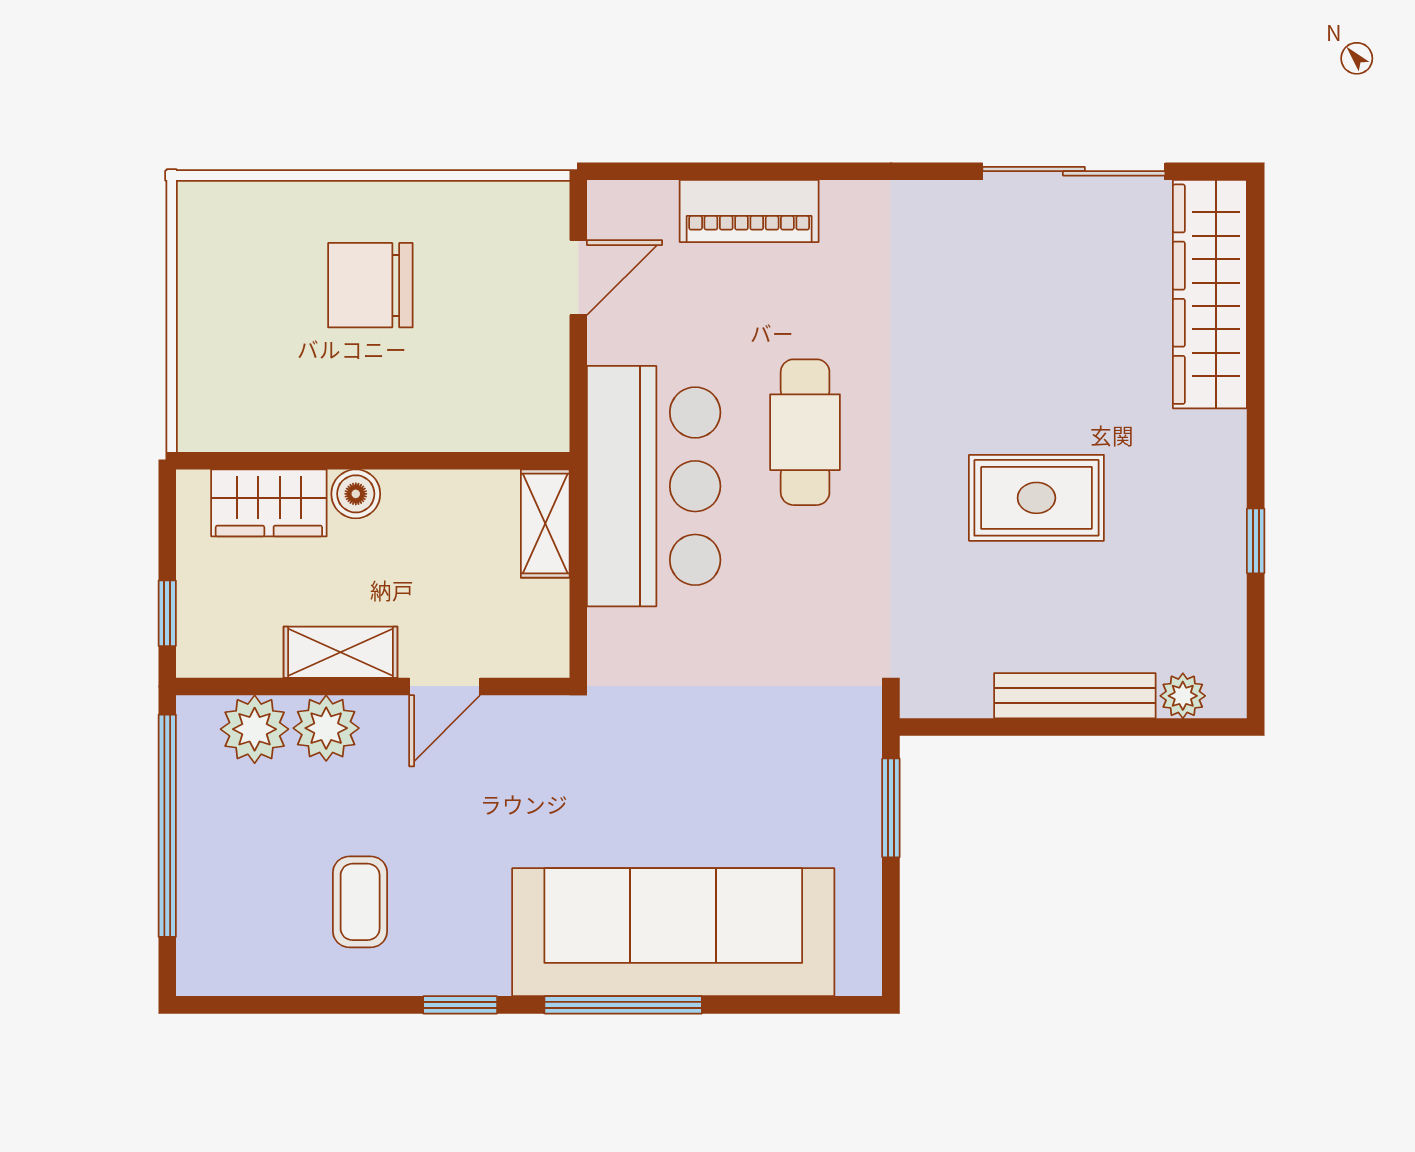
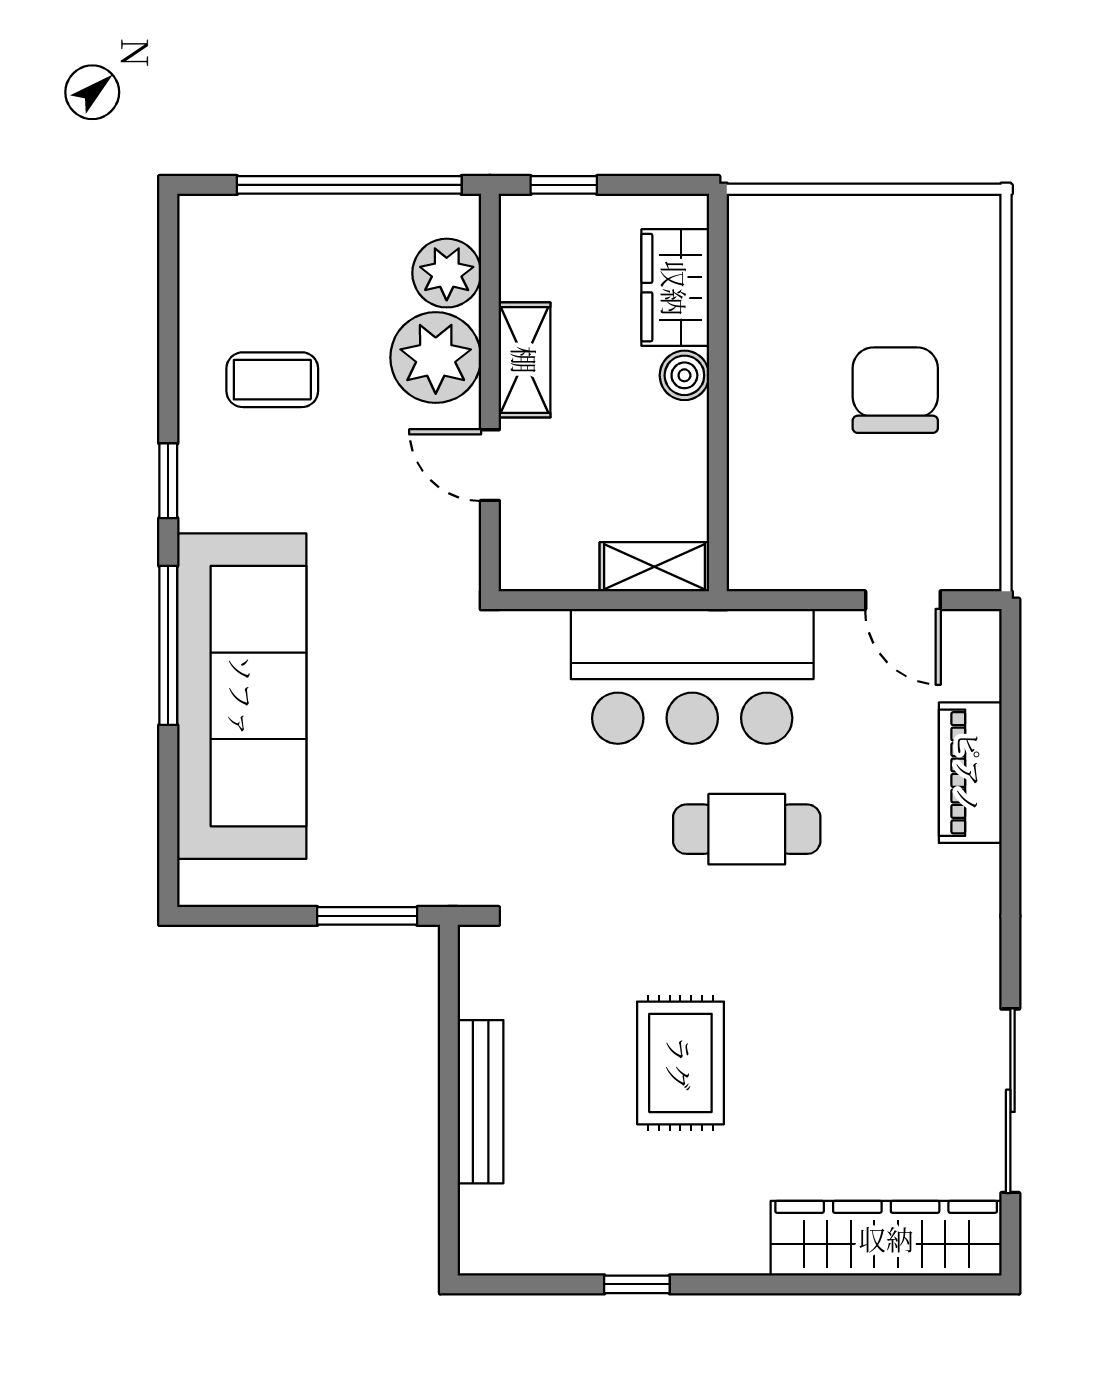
plant: (1183, 696) -> (481, 1211), removed
plant: (326, 728) -> (436, 358), width x1.36, depth x1.36

